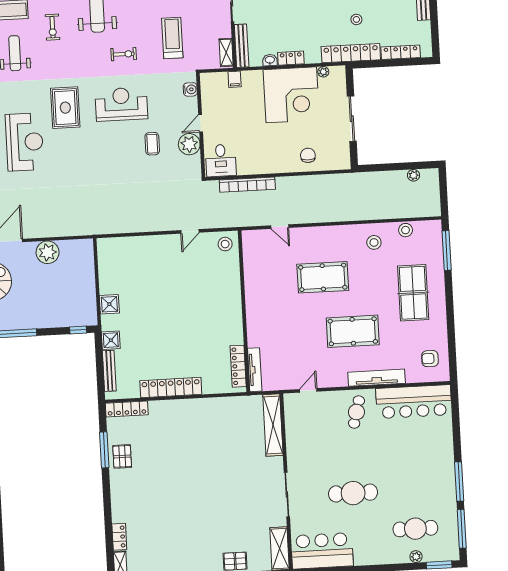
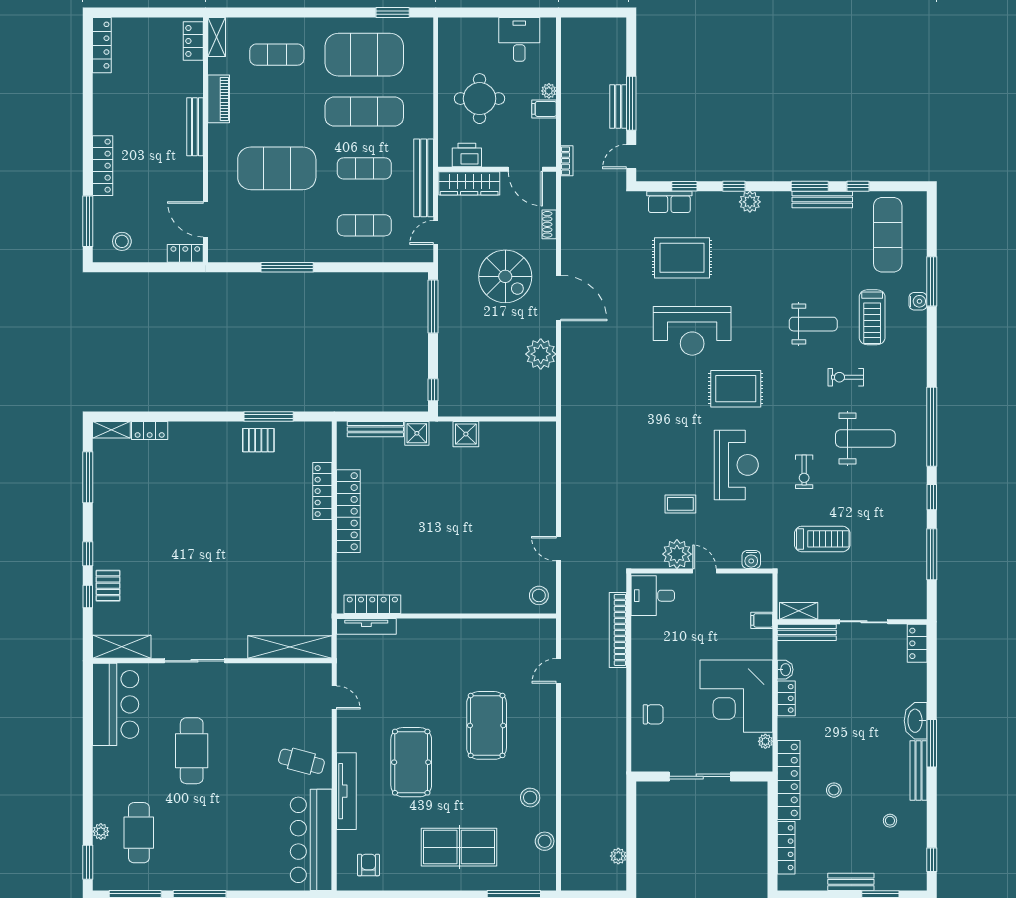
locker: (127, 409) -> (322, 491), moved

